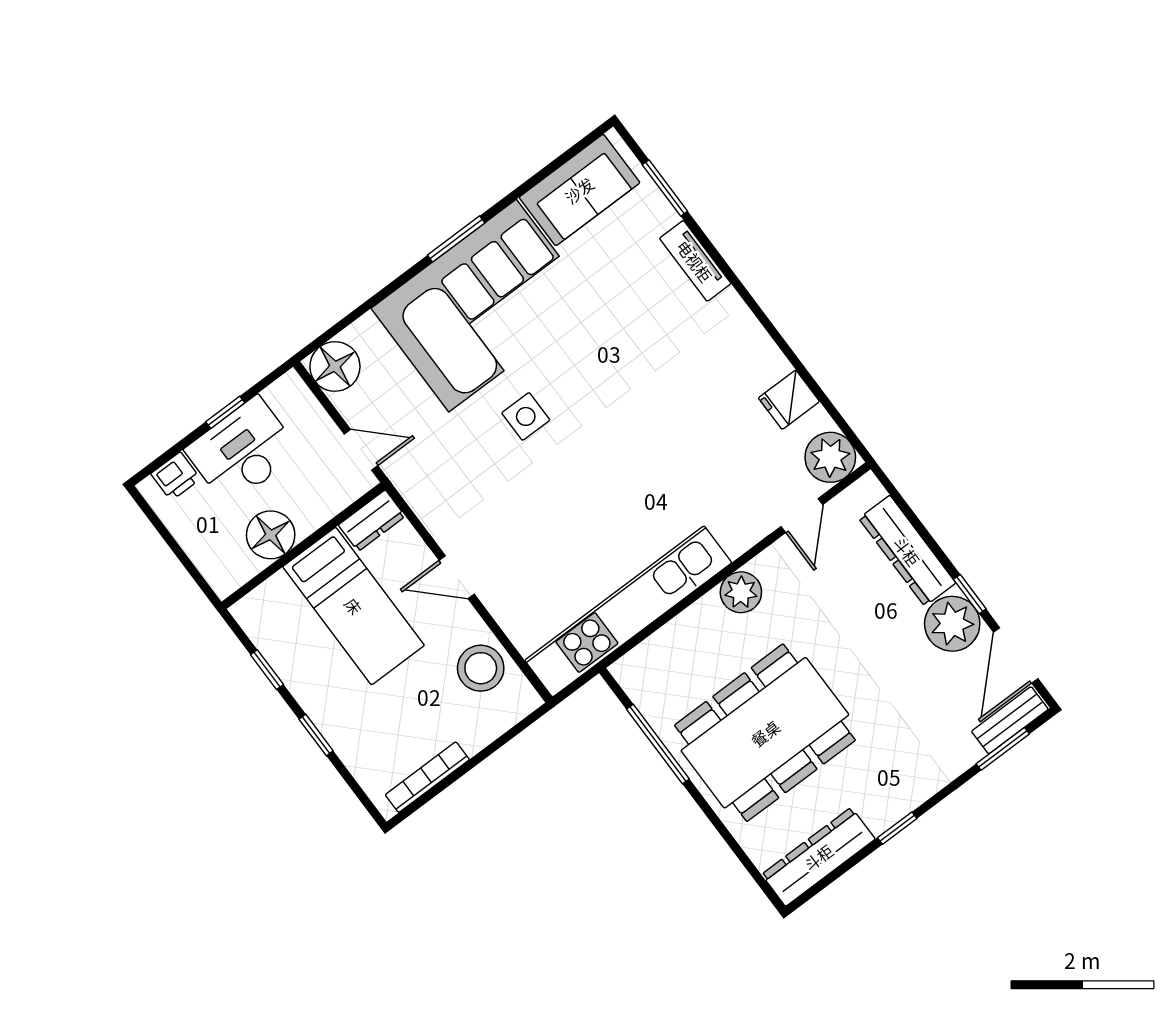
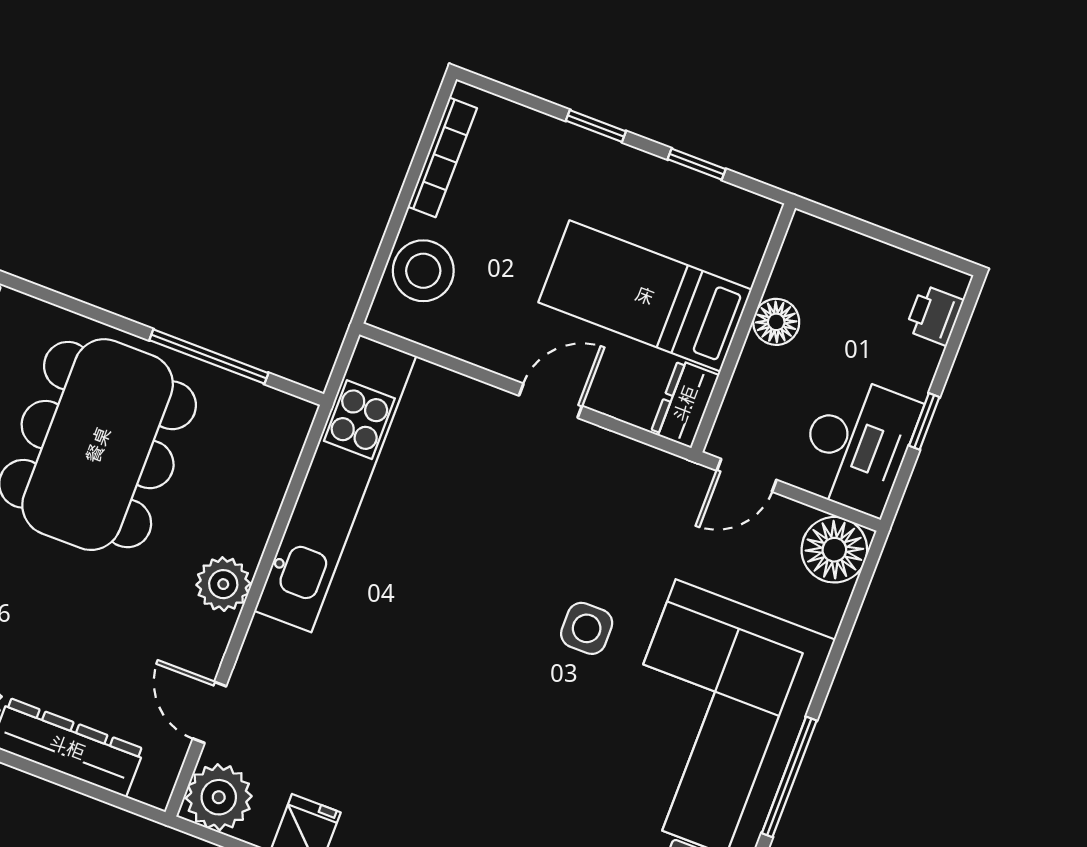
window: (456, 239) -> (789, 777), width x1.44
desk: (243, 451) -> (857, 445), moved
floor lamp: (271, 535) -> (776, 322), width x0.73, depth x0.73
stool: (481, 668) -> (423, 271), moved

